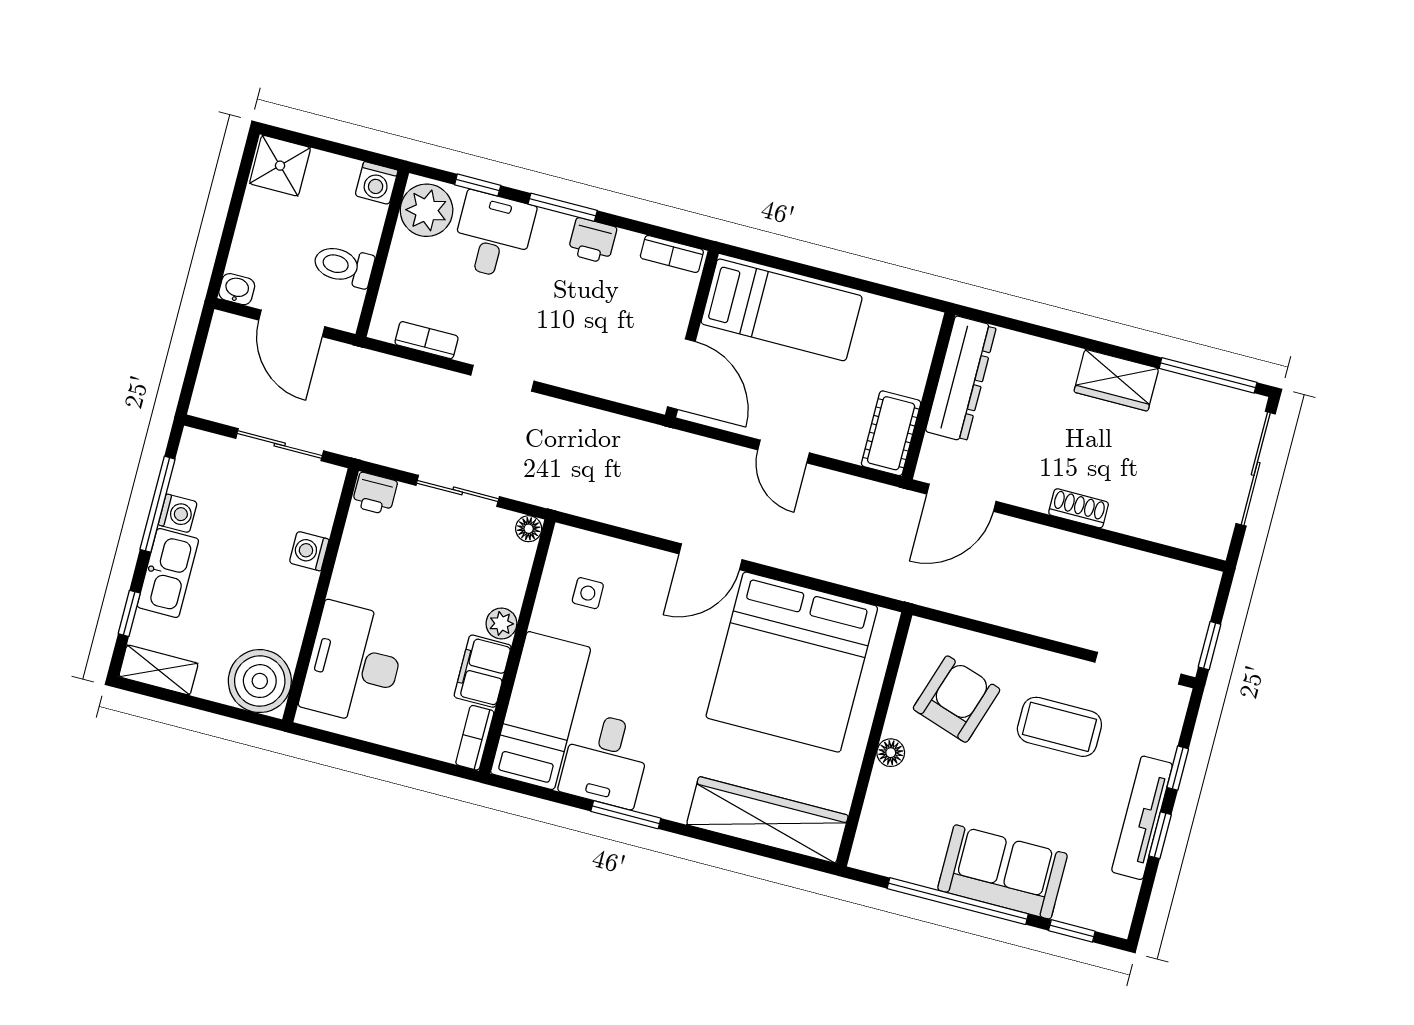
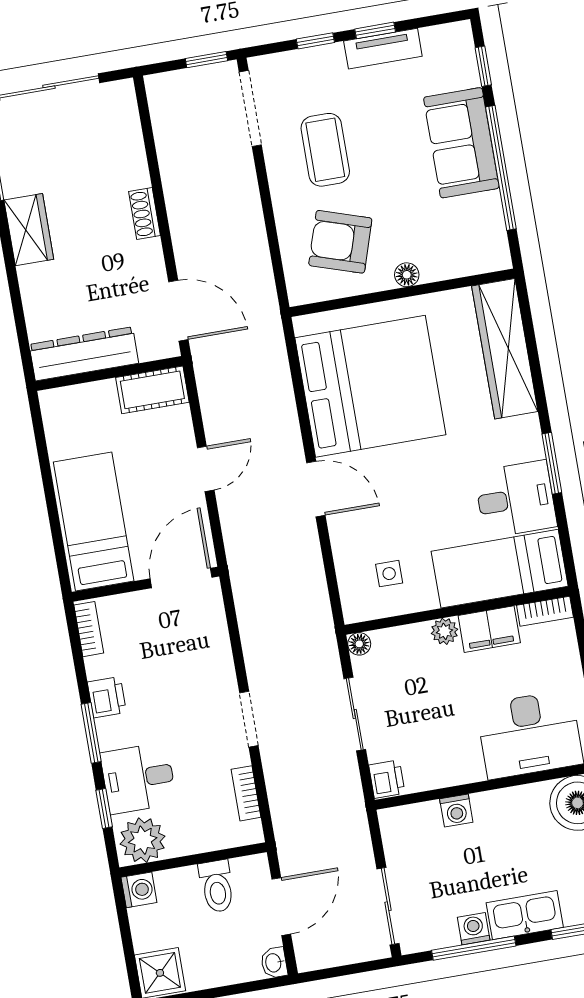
sliding door: (280, 445) -> (388, 906), moved
tv unit: (1142, 818) -> (383, 49), width x0.71

